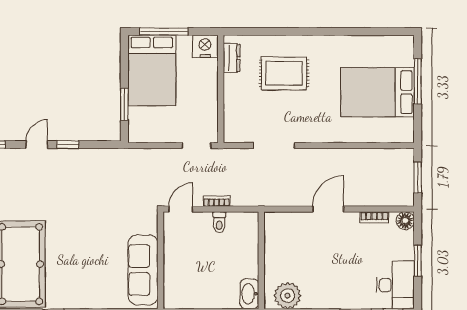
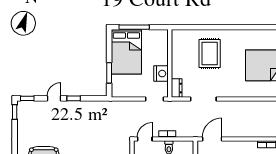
nightstand: (205, 46) -> (161, 74), moved, turned 90
dresser: (232, 58) -> (177, 88), moved
rug: (284, 73) -> (210, 54), turned 90
door: (328, 209) -> (212, 139), moved

